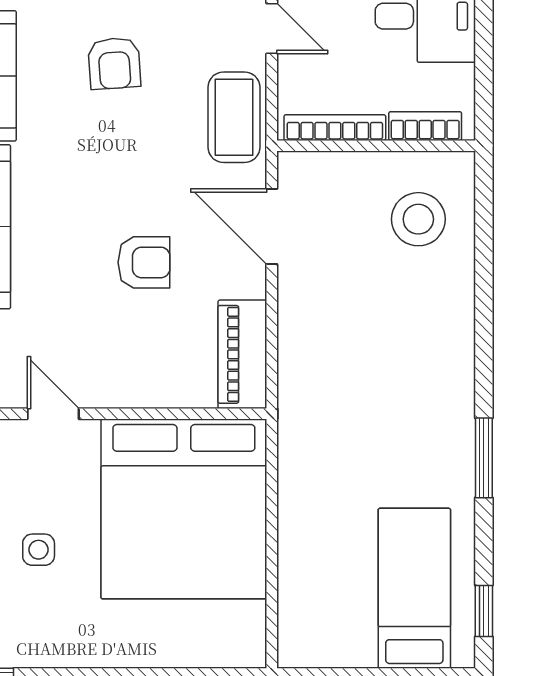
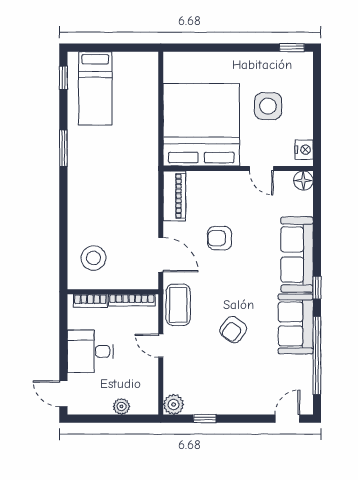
armchair: (114, 63) -> (233, 330), turned -140
side table: (39, 550) -> (268, 106), width x1.87, depth x1.87

